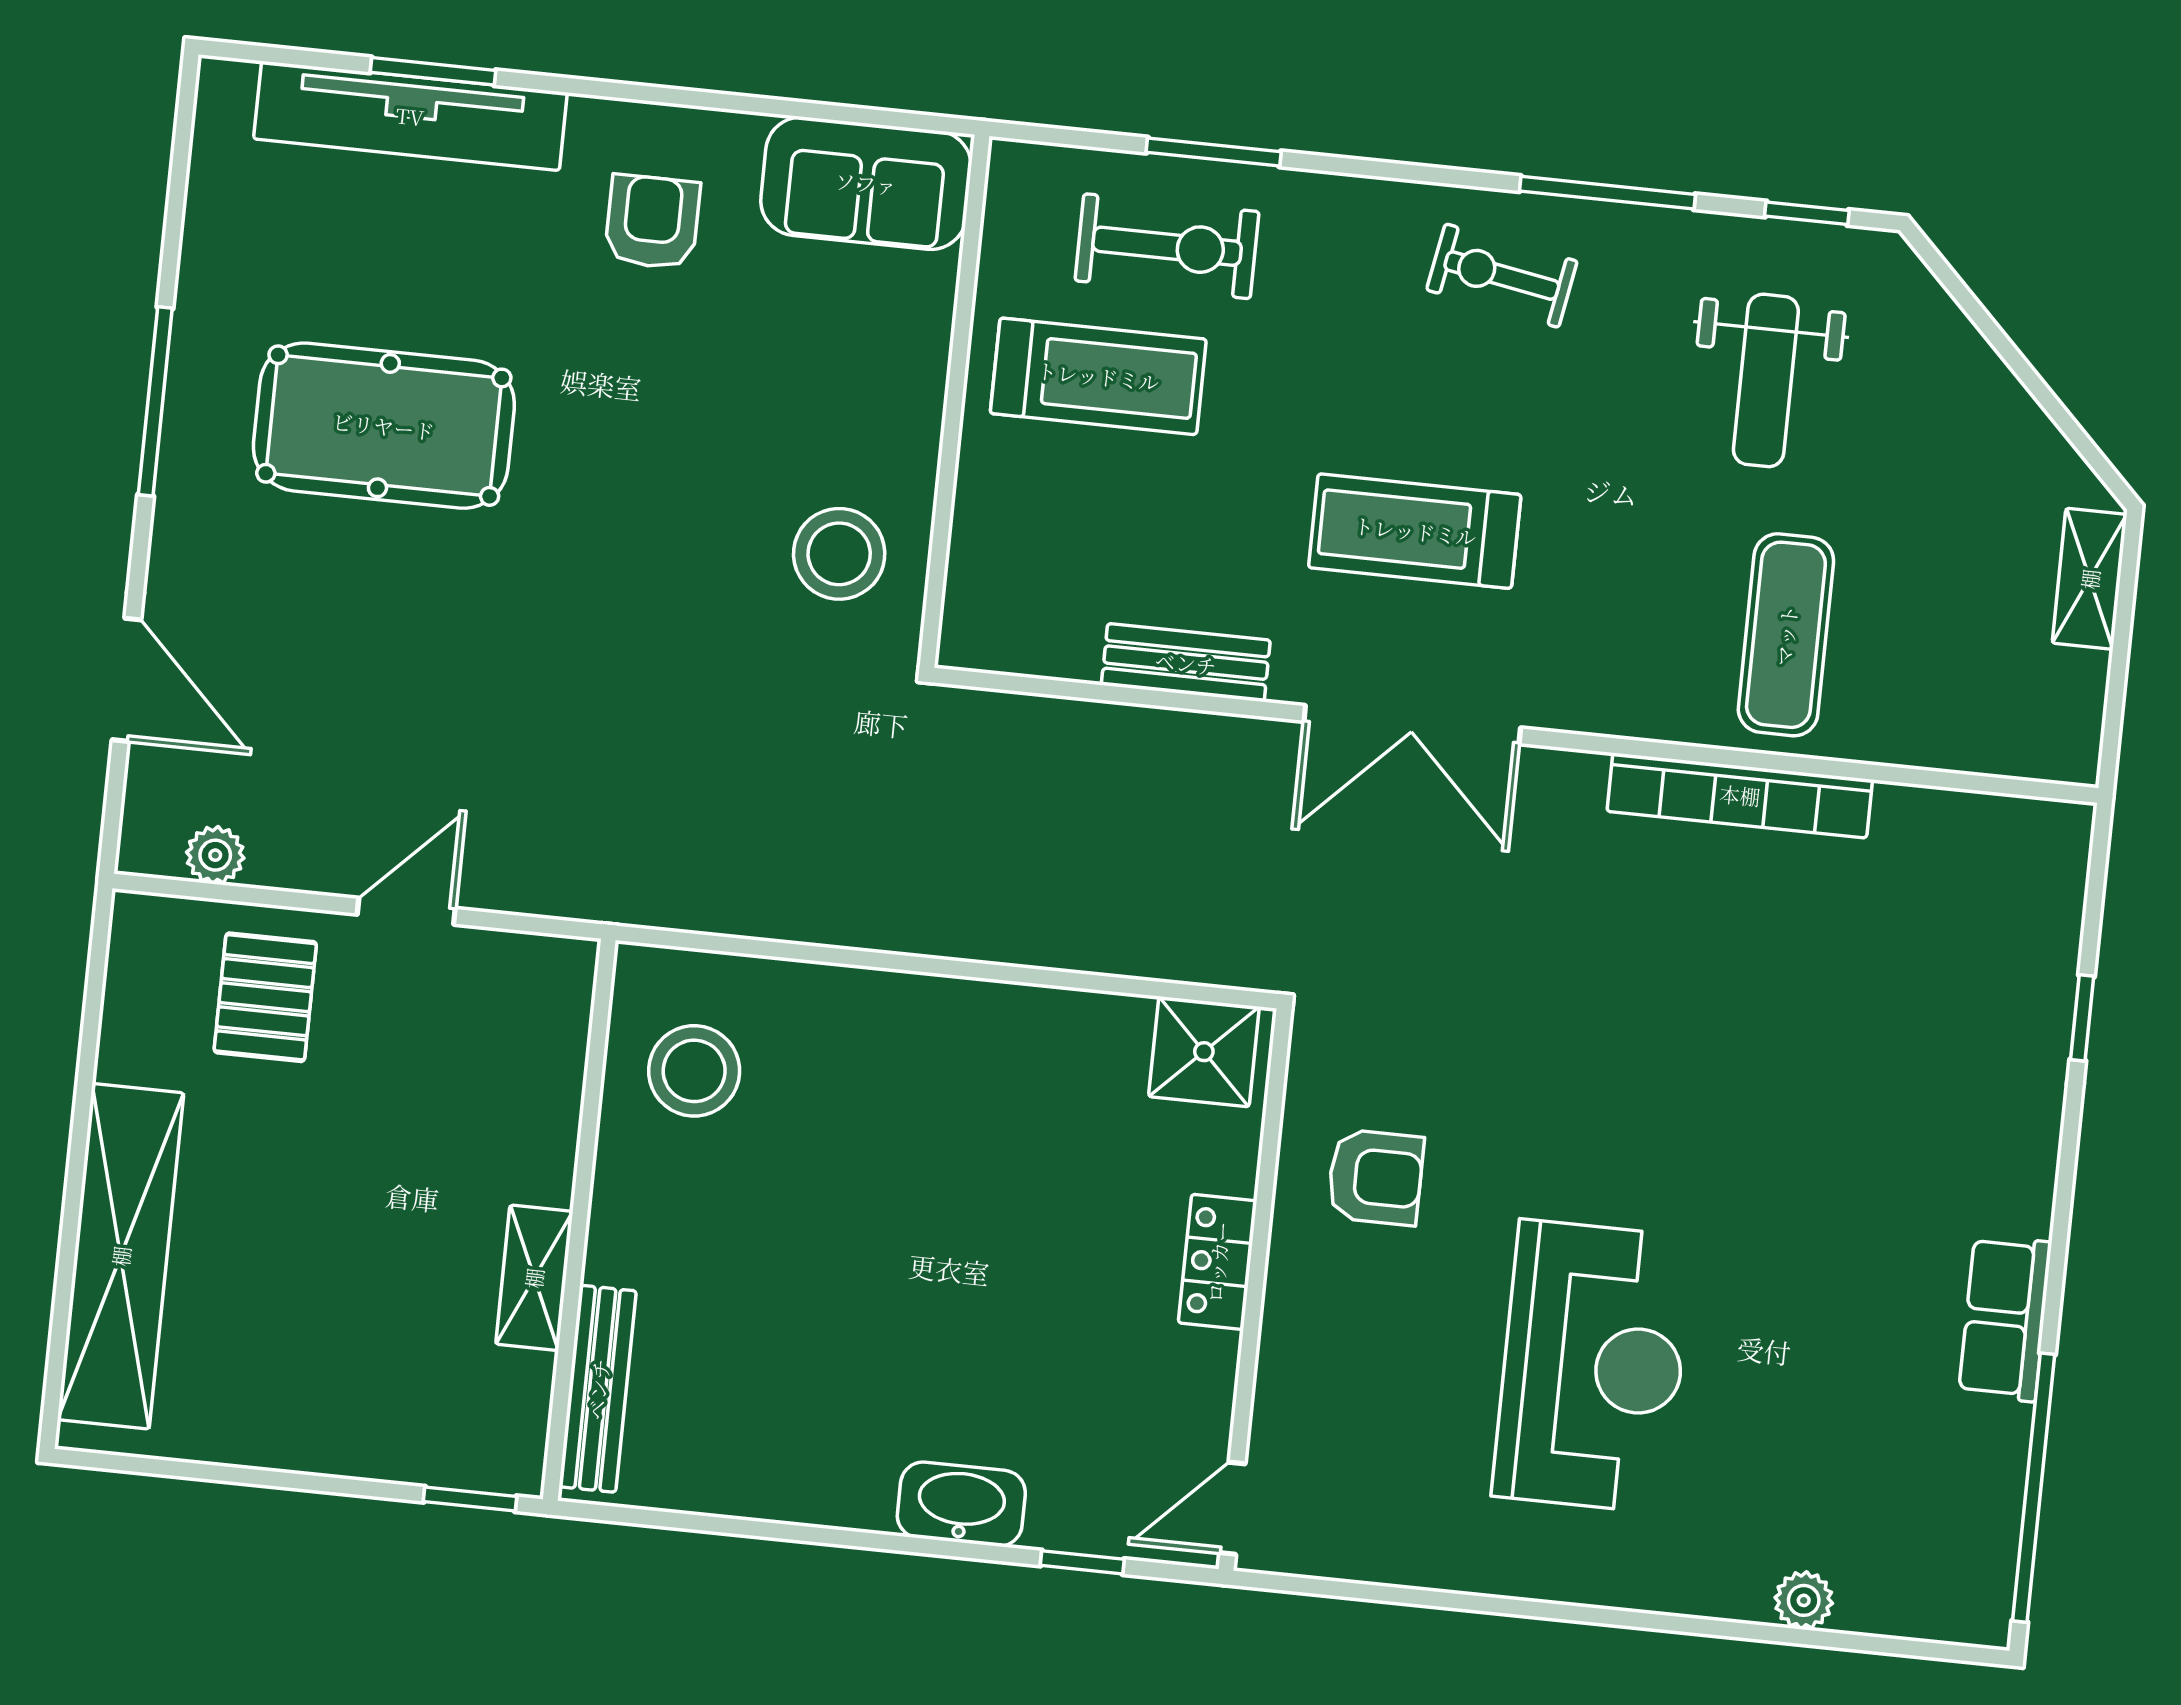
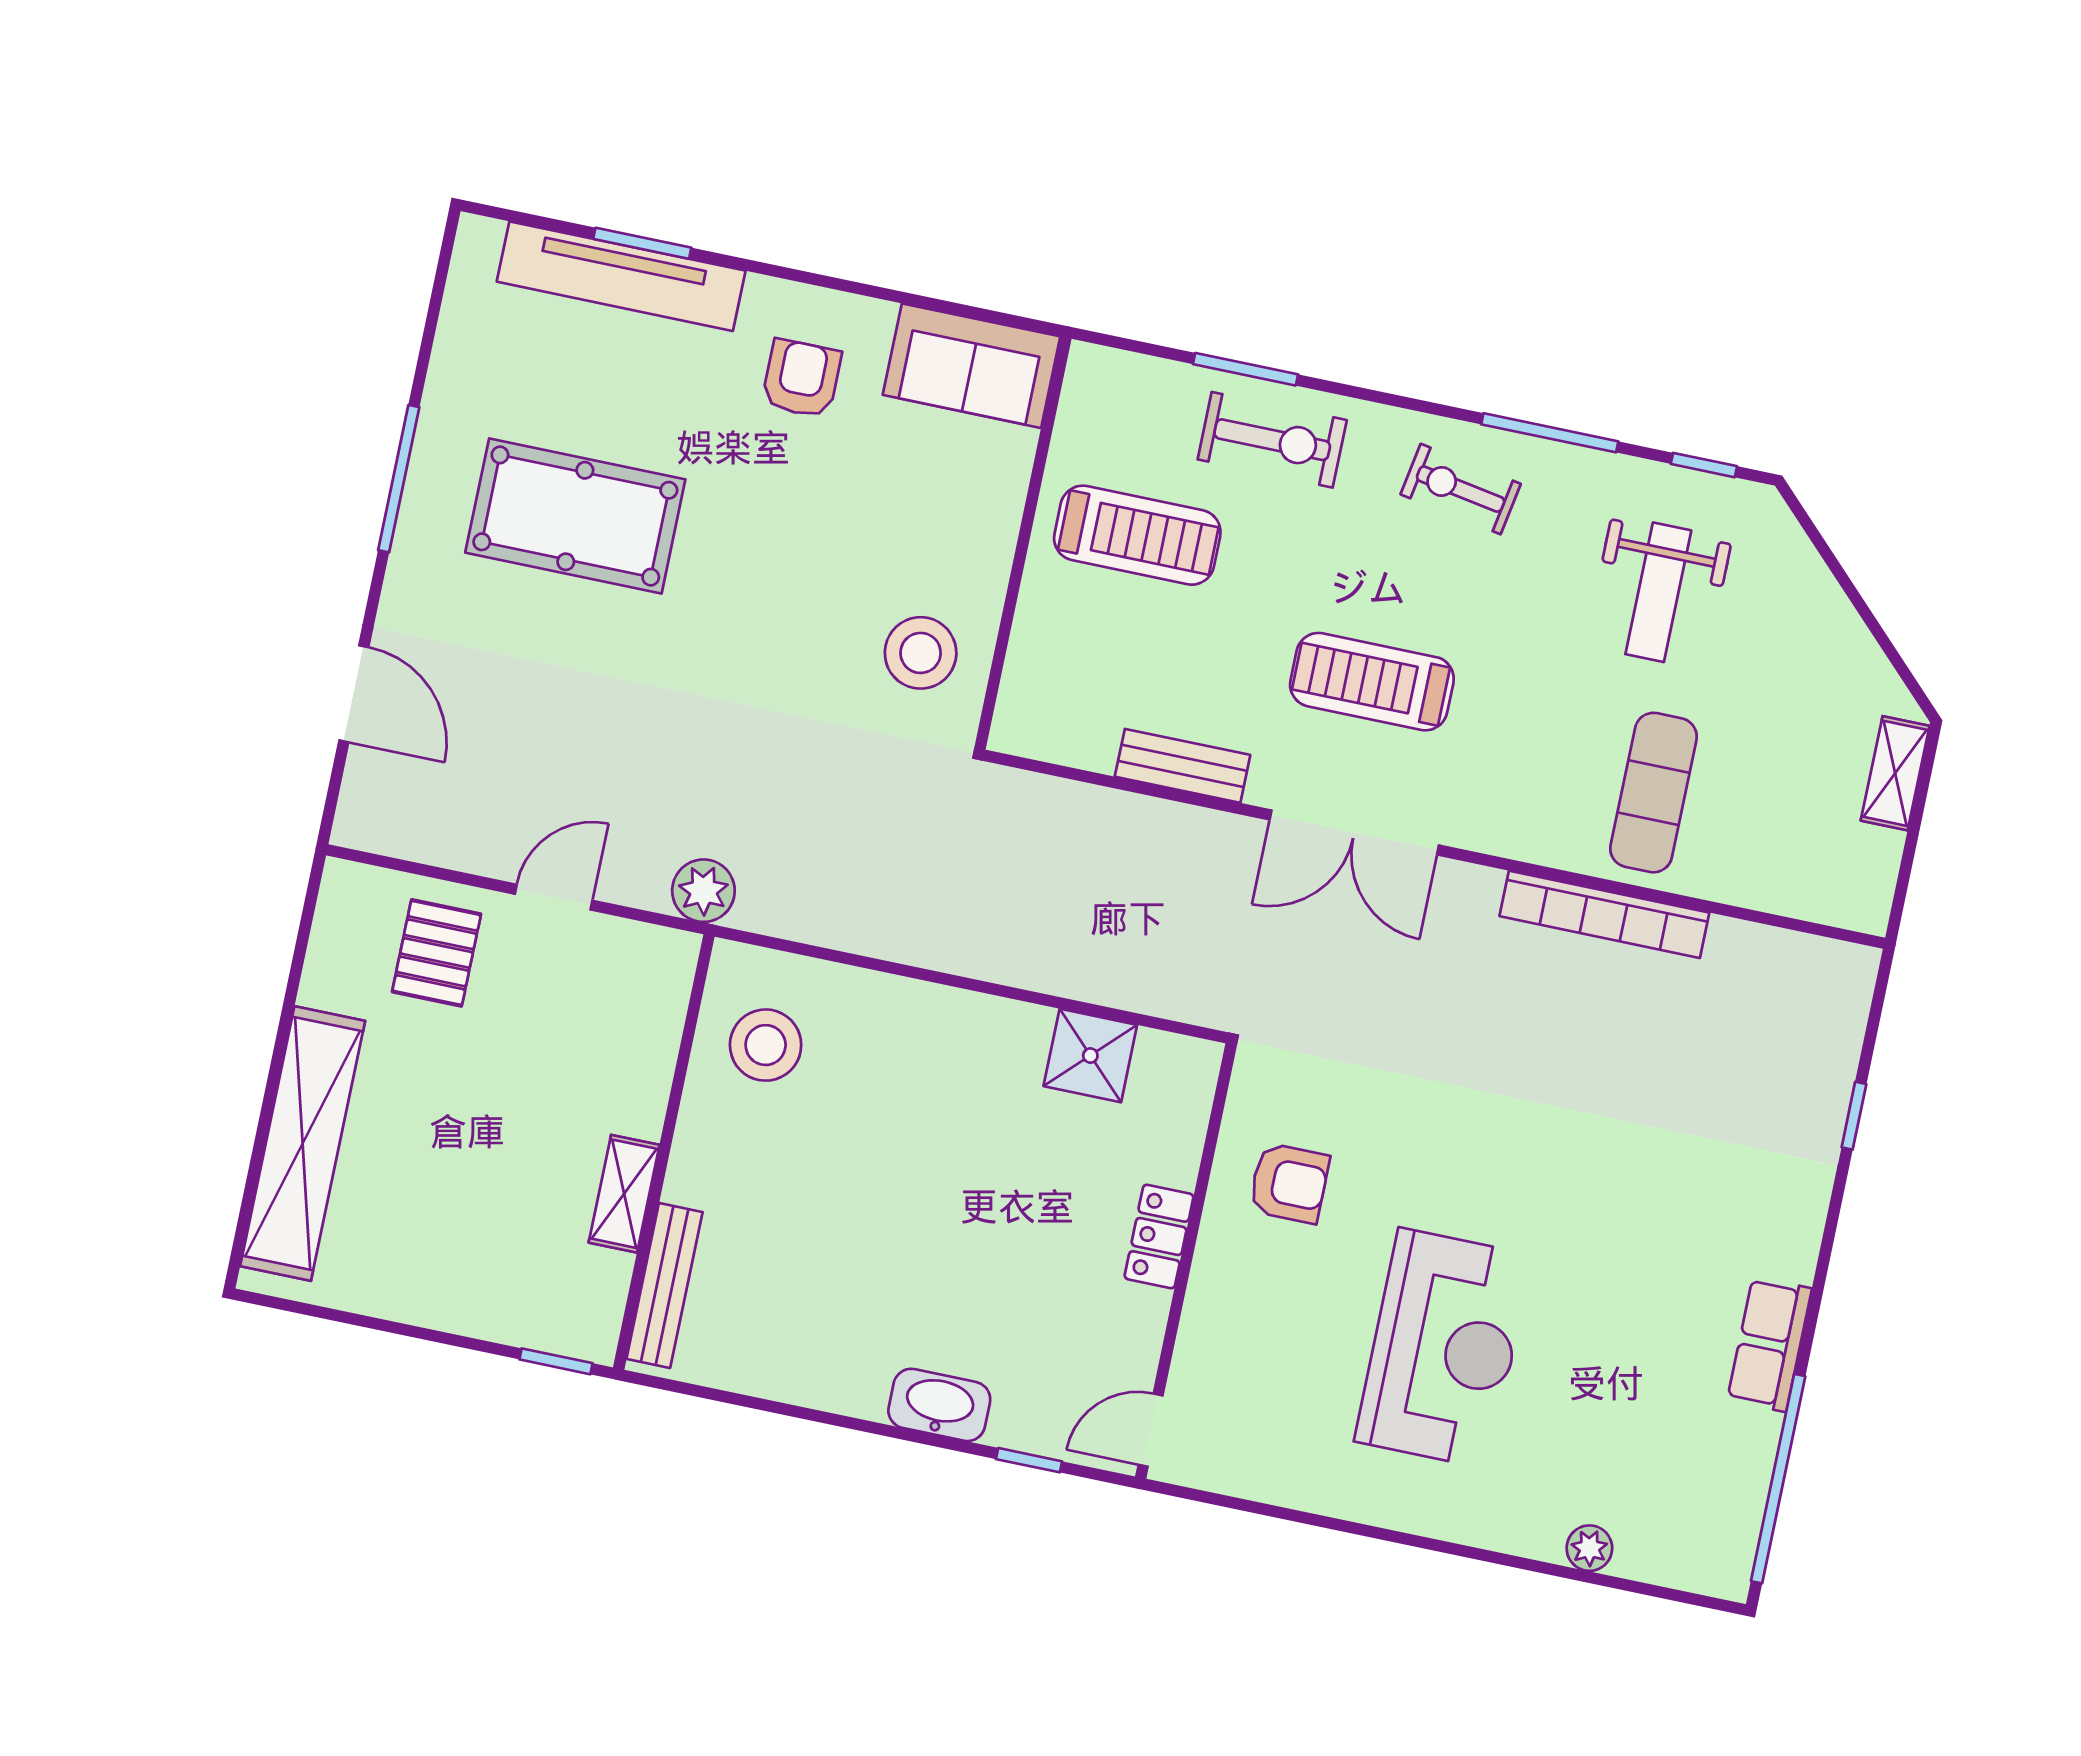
exercise bike: (1167, 246) -> (1272, 440), moved
plant: (215, 855) -> (703, 891), moved, width x1.38, depth x1.38
shower: (1204, 1052) -> (1090, 1056), moved

